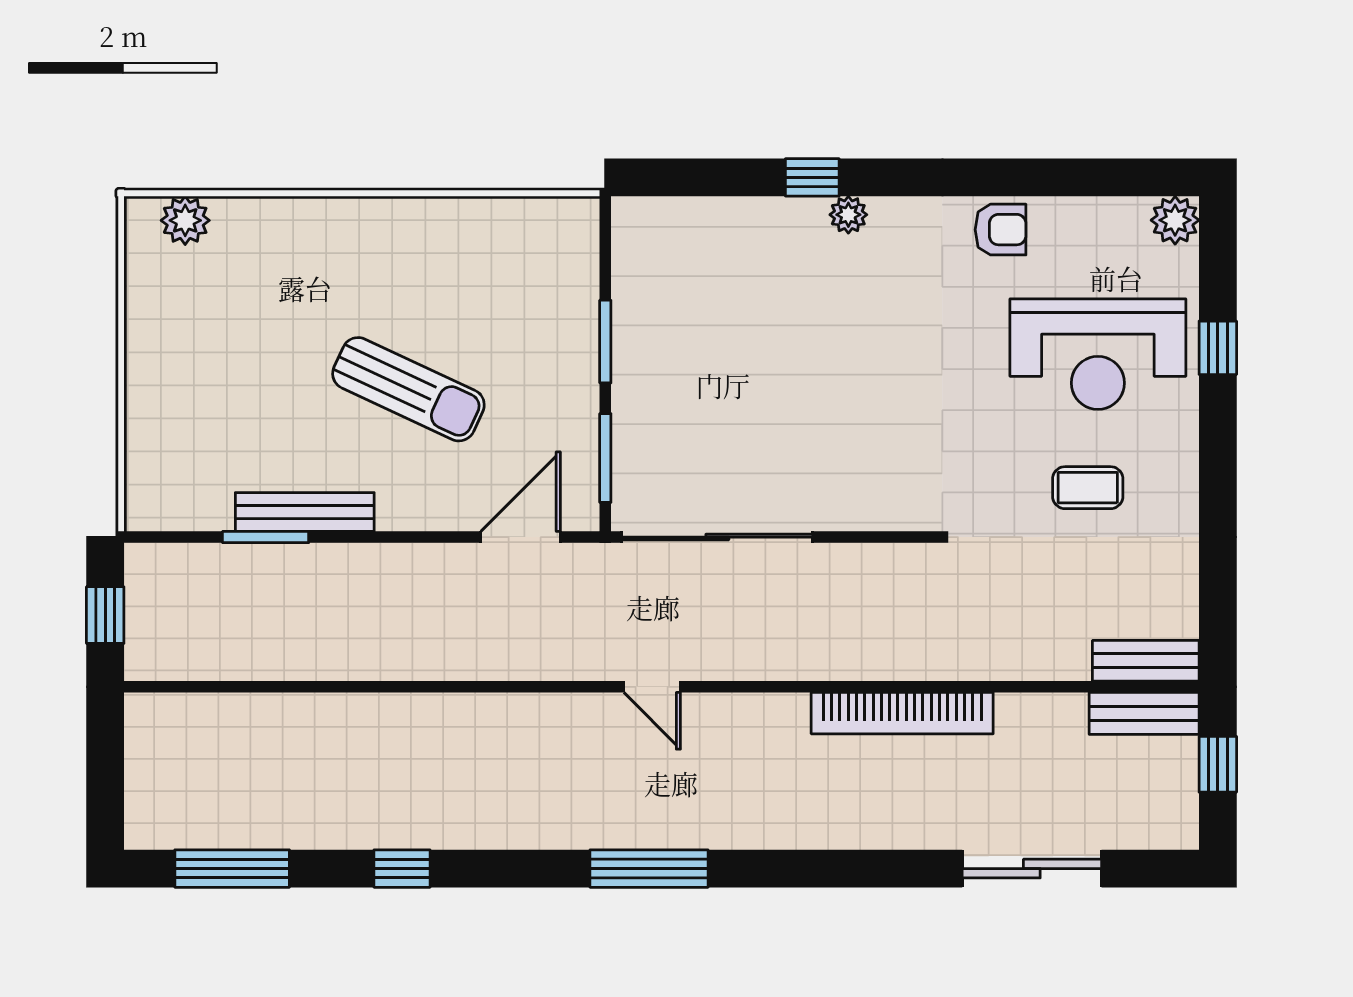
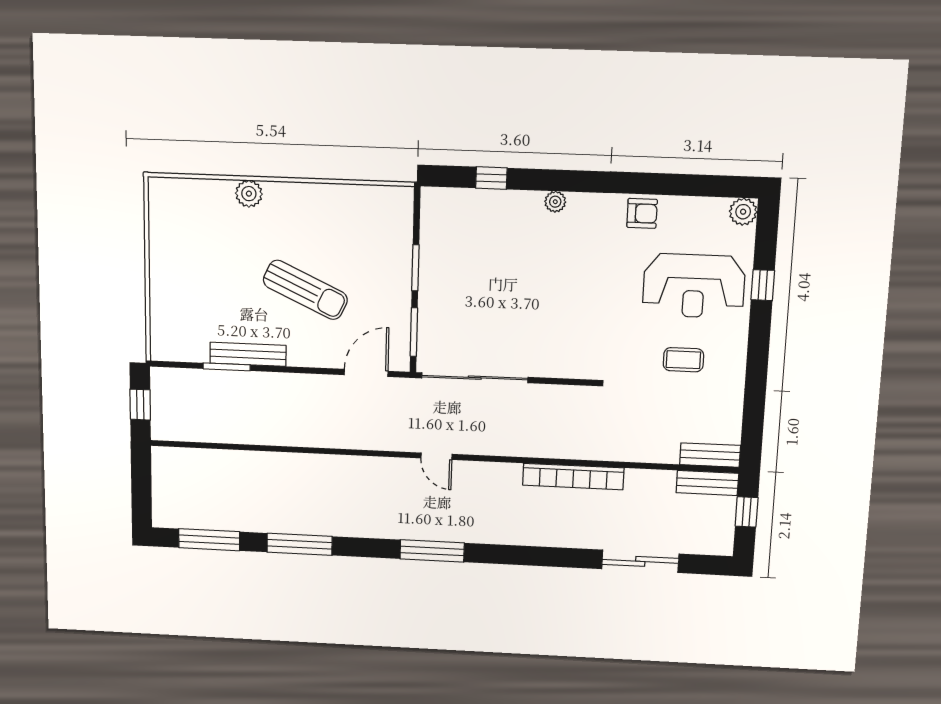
window: (812, 177) -> (491, 178), moved
plant: (185, 220) -> (249, 194), moved
window: (402, 869) -> (300, 544), width x2.17

